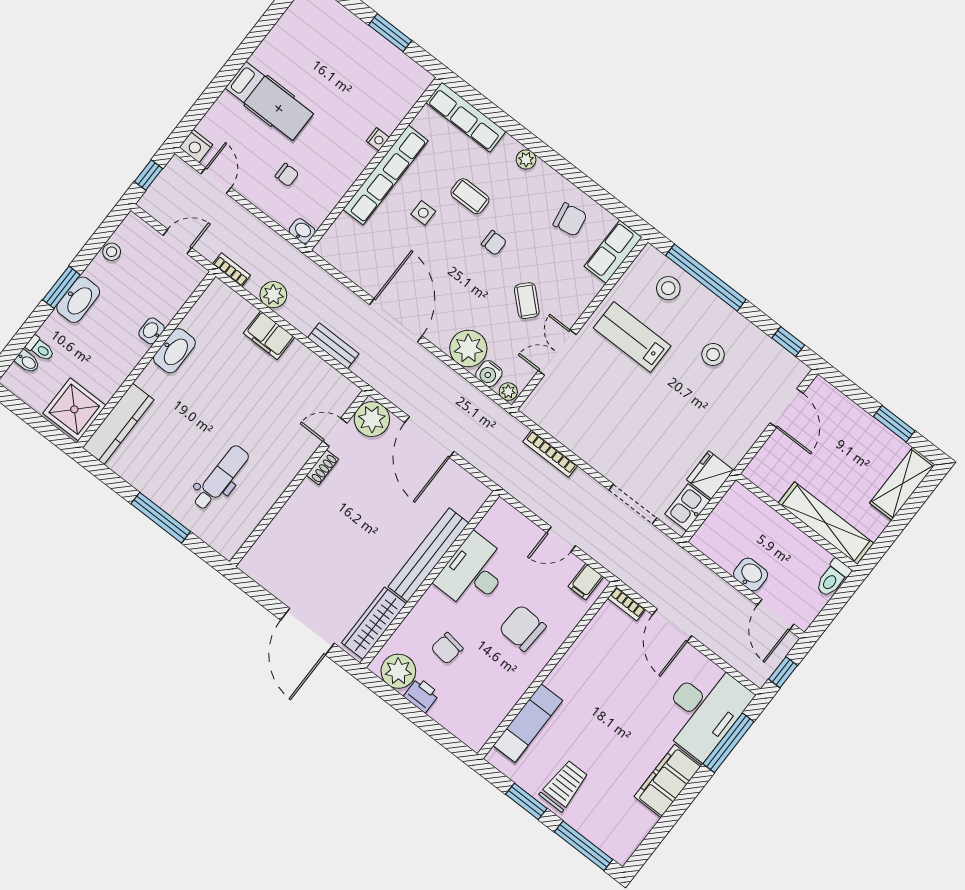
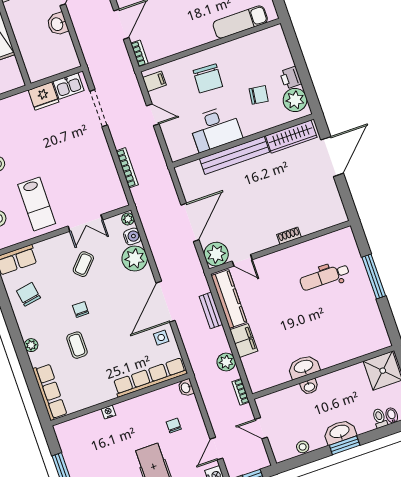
row of seats: (386, 175) -> (150, 377), moved
side table: (423, 213) -> (161, 338), moved
kitchen counter: (118, 424) -> (229, 299), moved, turned 90
shoe rack: (322, 467) -> (289, 236), moved

